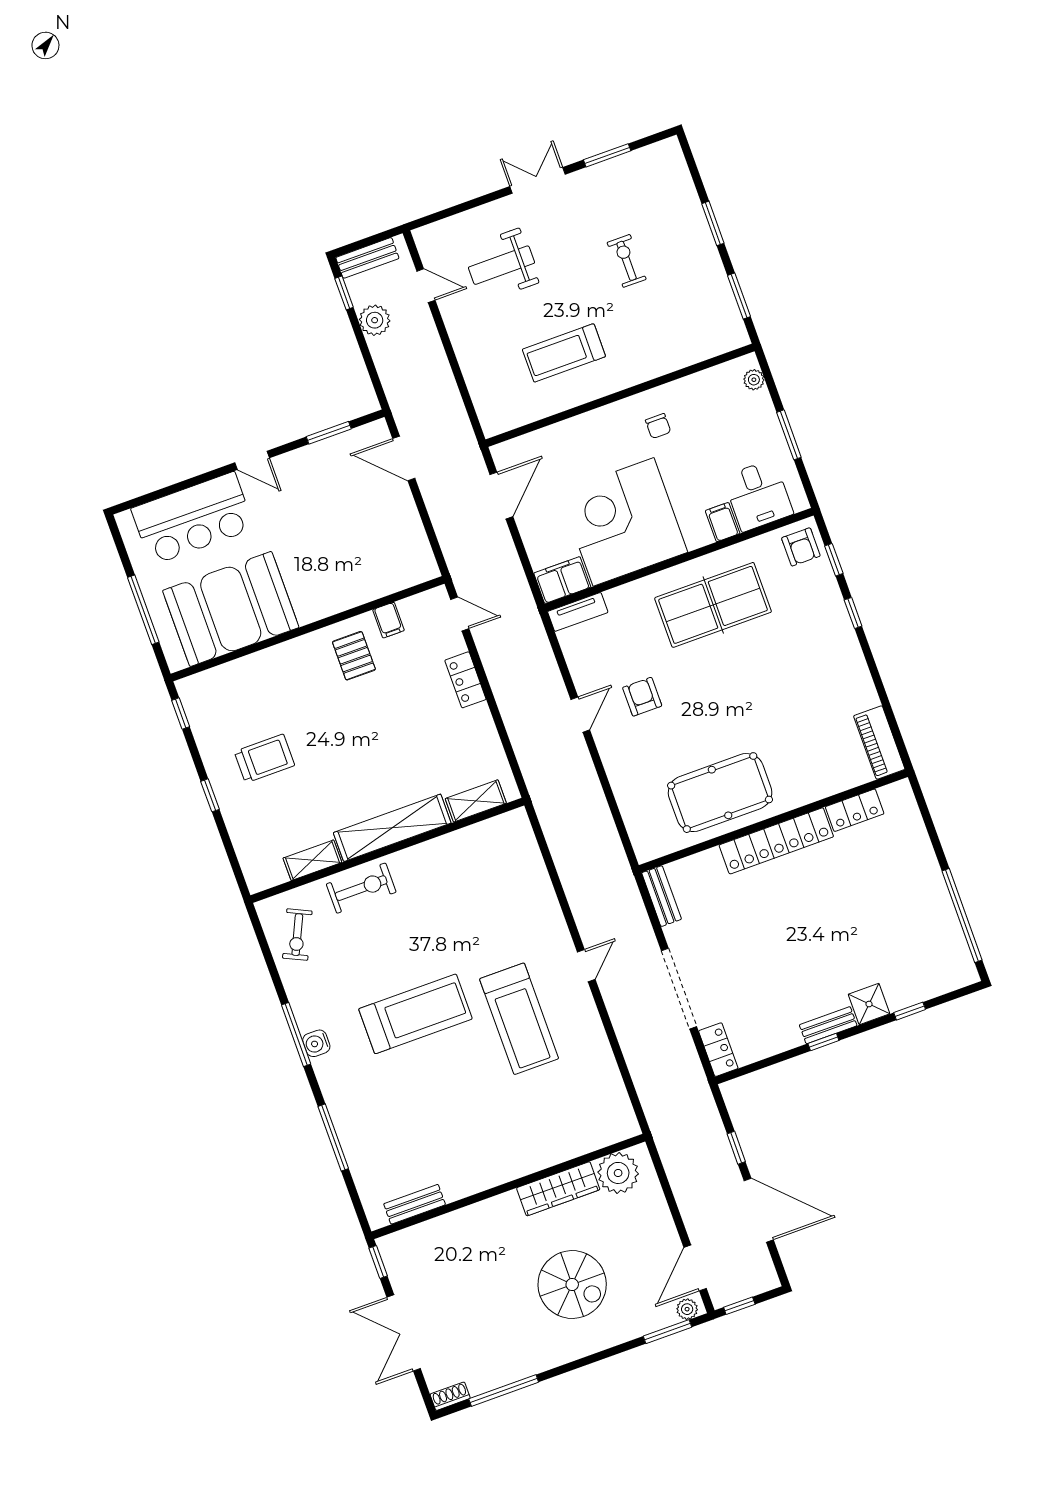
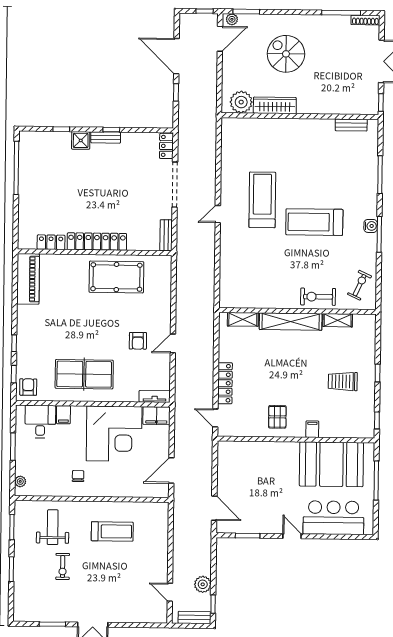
weight bench: (501, 265) -> (53, 527), moved, turned -90
filing cabinet: (389, 620) -> (312, 429), moved
locker: (465, 680) -> (225, 383), width x1.53
piano: (879, 742) -> (28, 279), width x1.37, depth x1.33
shoe rack: (450, 1396) -> (365, 20), width x1.43

